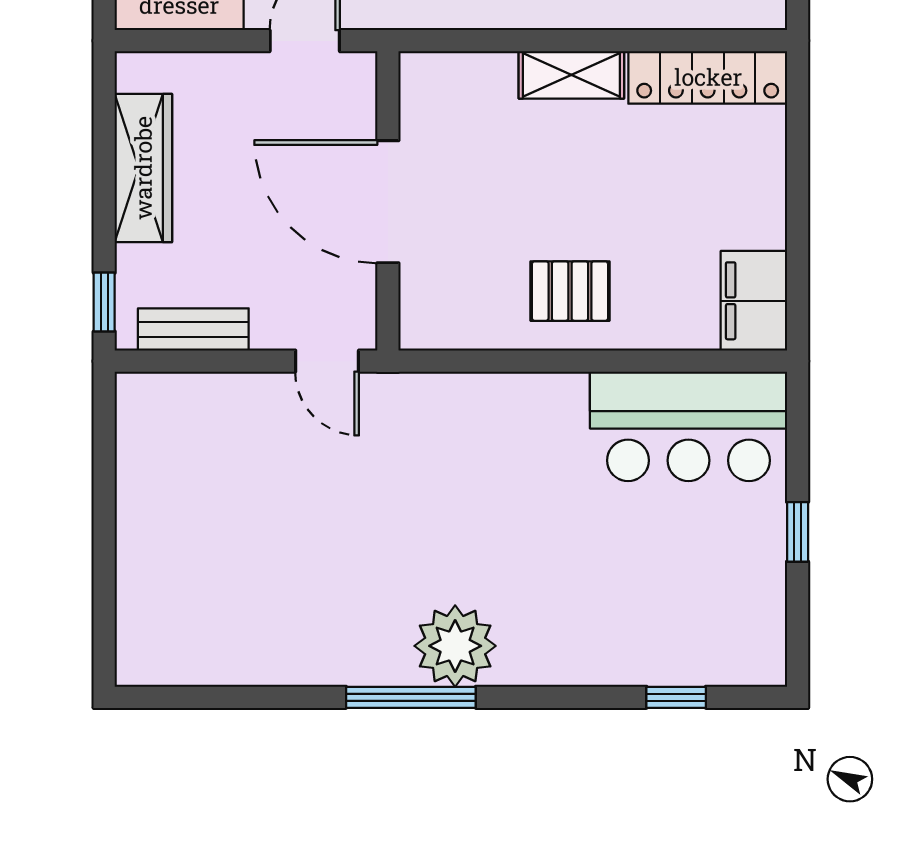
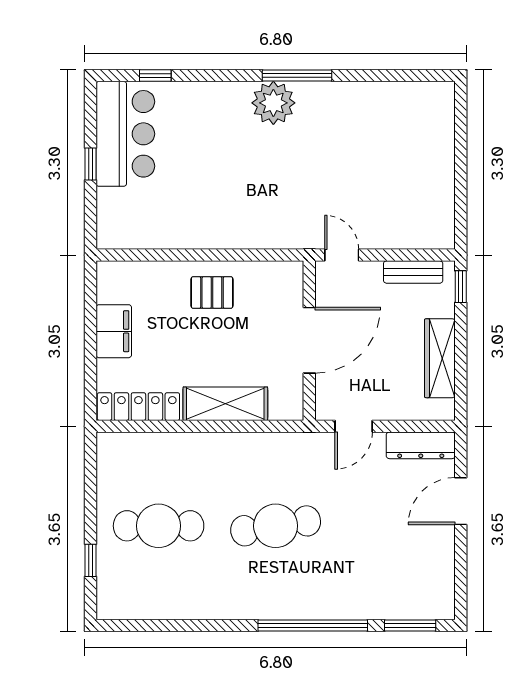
shelving: (571, 75) -> (225, 404), width x1.50, depth x1.33
door: (388, 202) -> (309, 340), hinge flipped
filing cabinet: (754, 301) -> (114, 331), moved
bar counter: (688, 426) -> (125, 134), moved, turned 90

